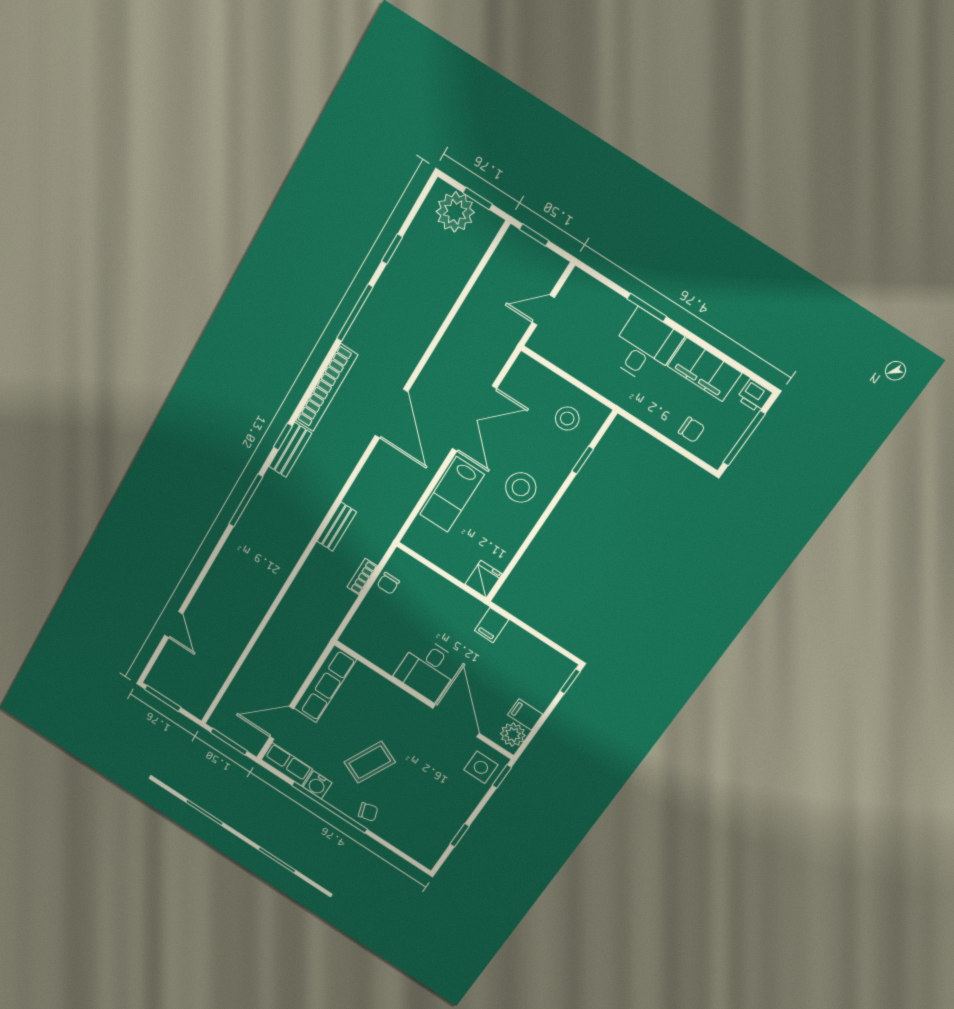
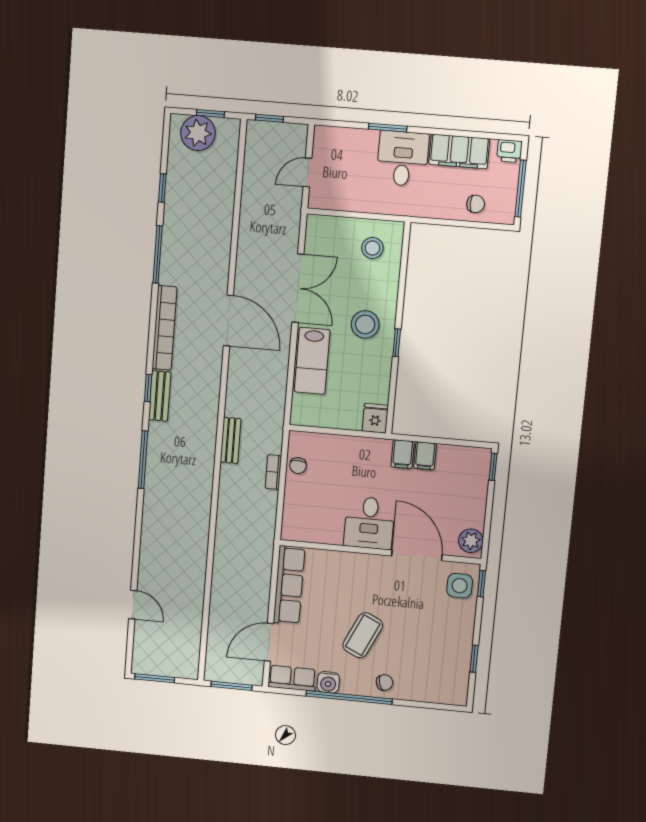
window: (583, 460) -> (397, 343), moved
filing cabinet: (525, 715) -> (425, 456), moved, turned -90

